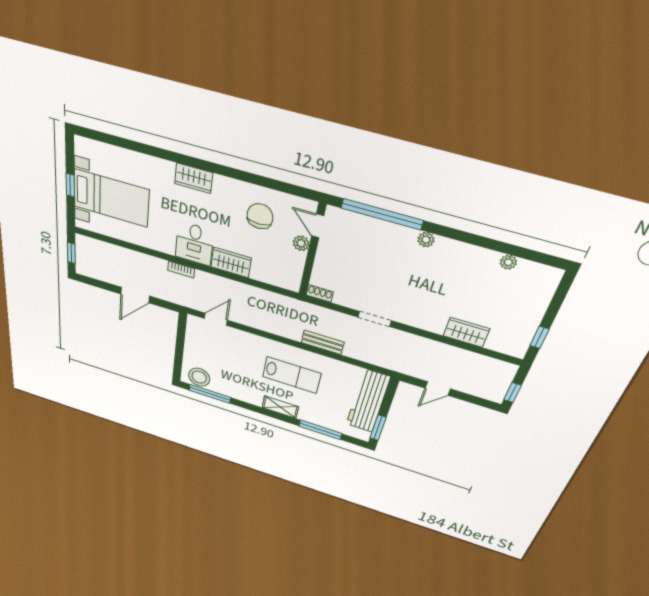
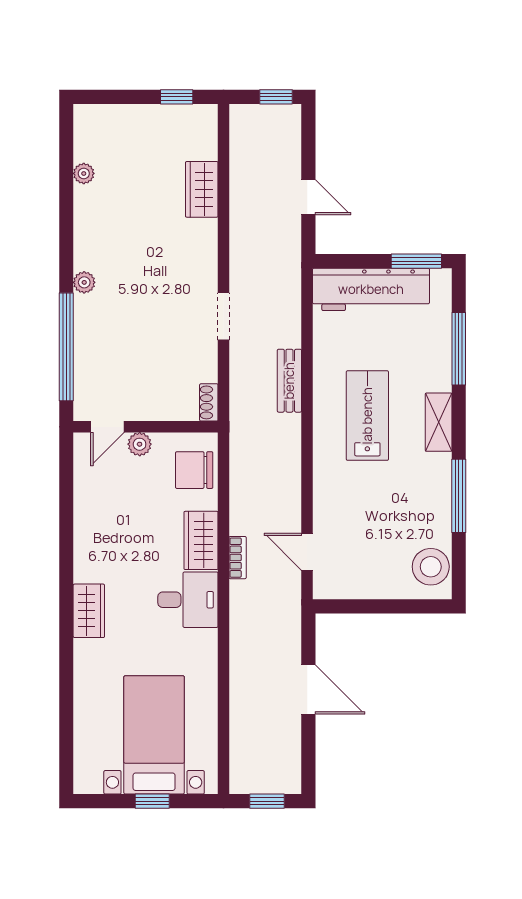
chair: (260, 216) -> (194, 470), moved
bookcase: (181, 269) -> (238, 558), moved
window: (210, 394) -> (459, 496), moved

